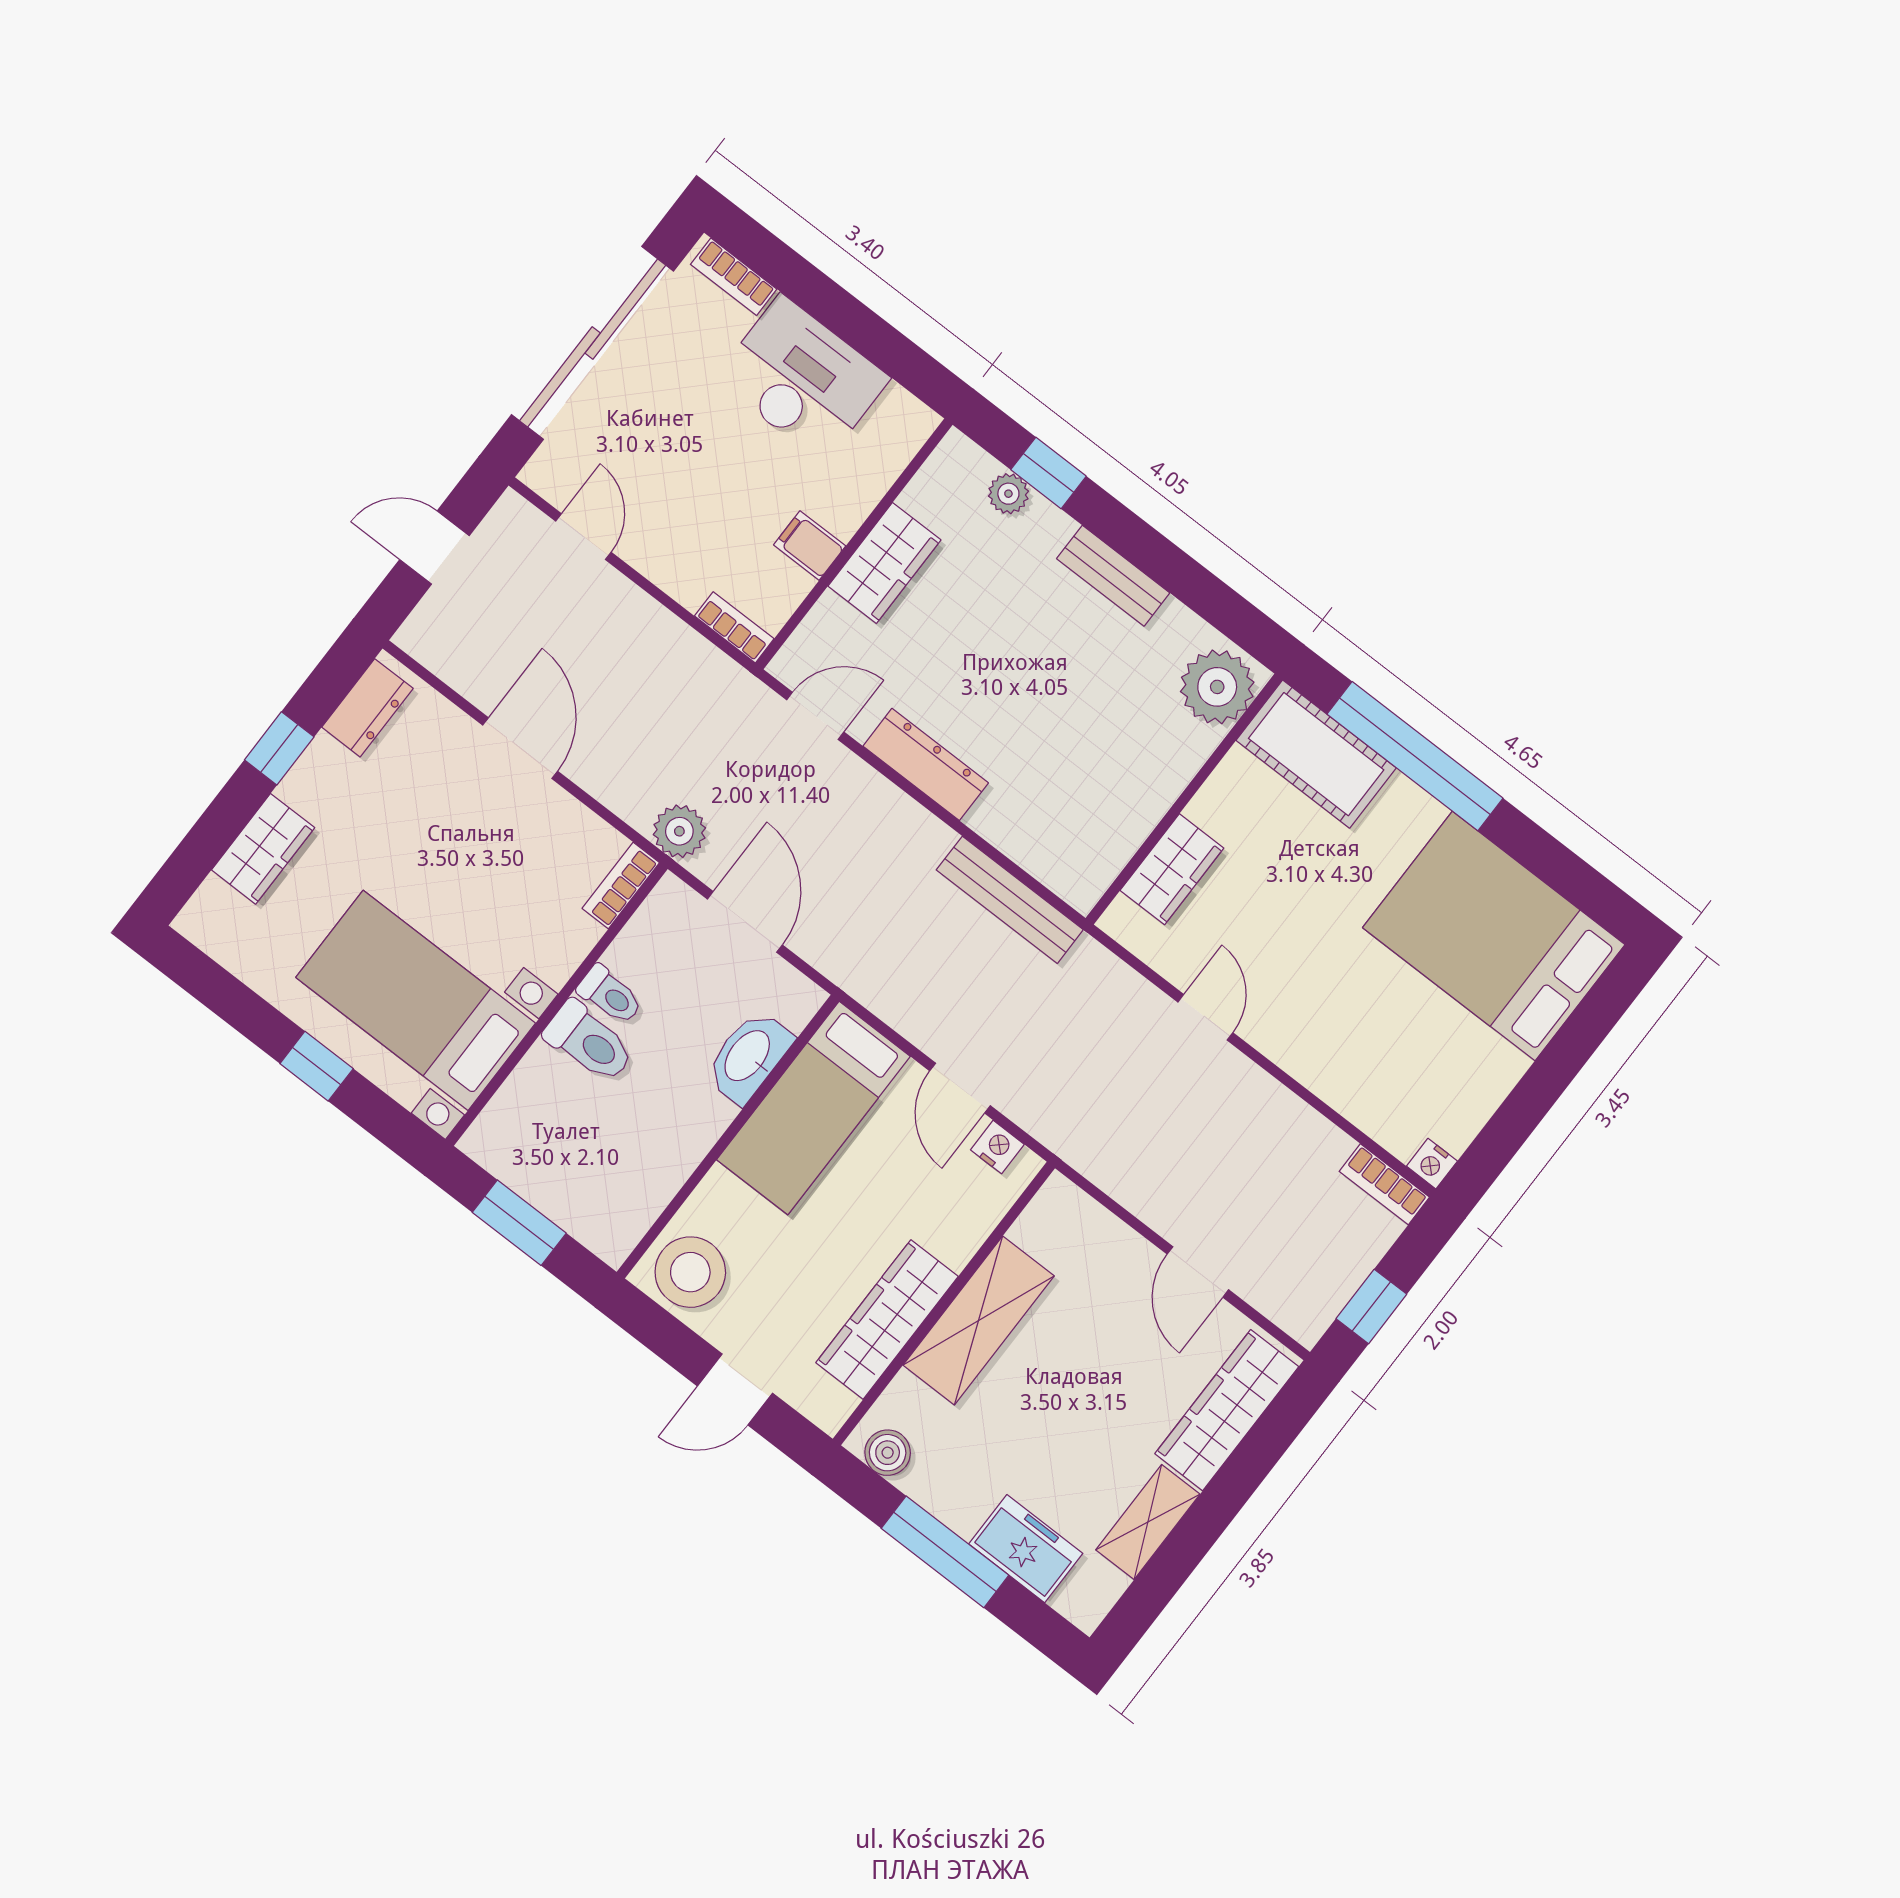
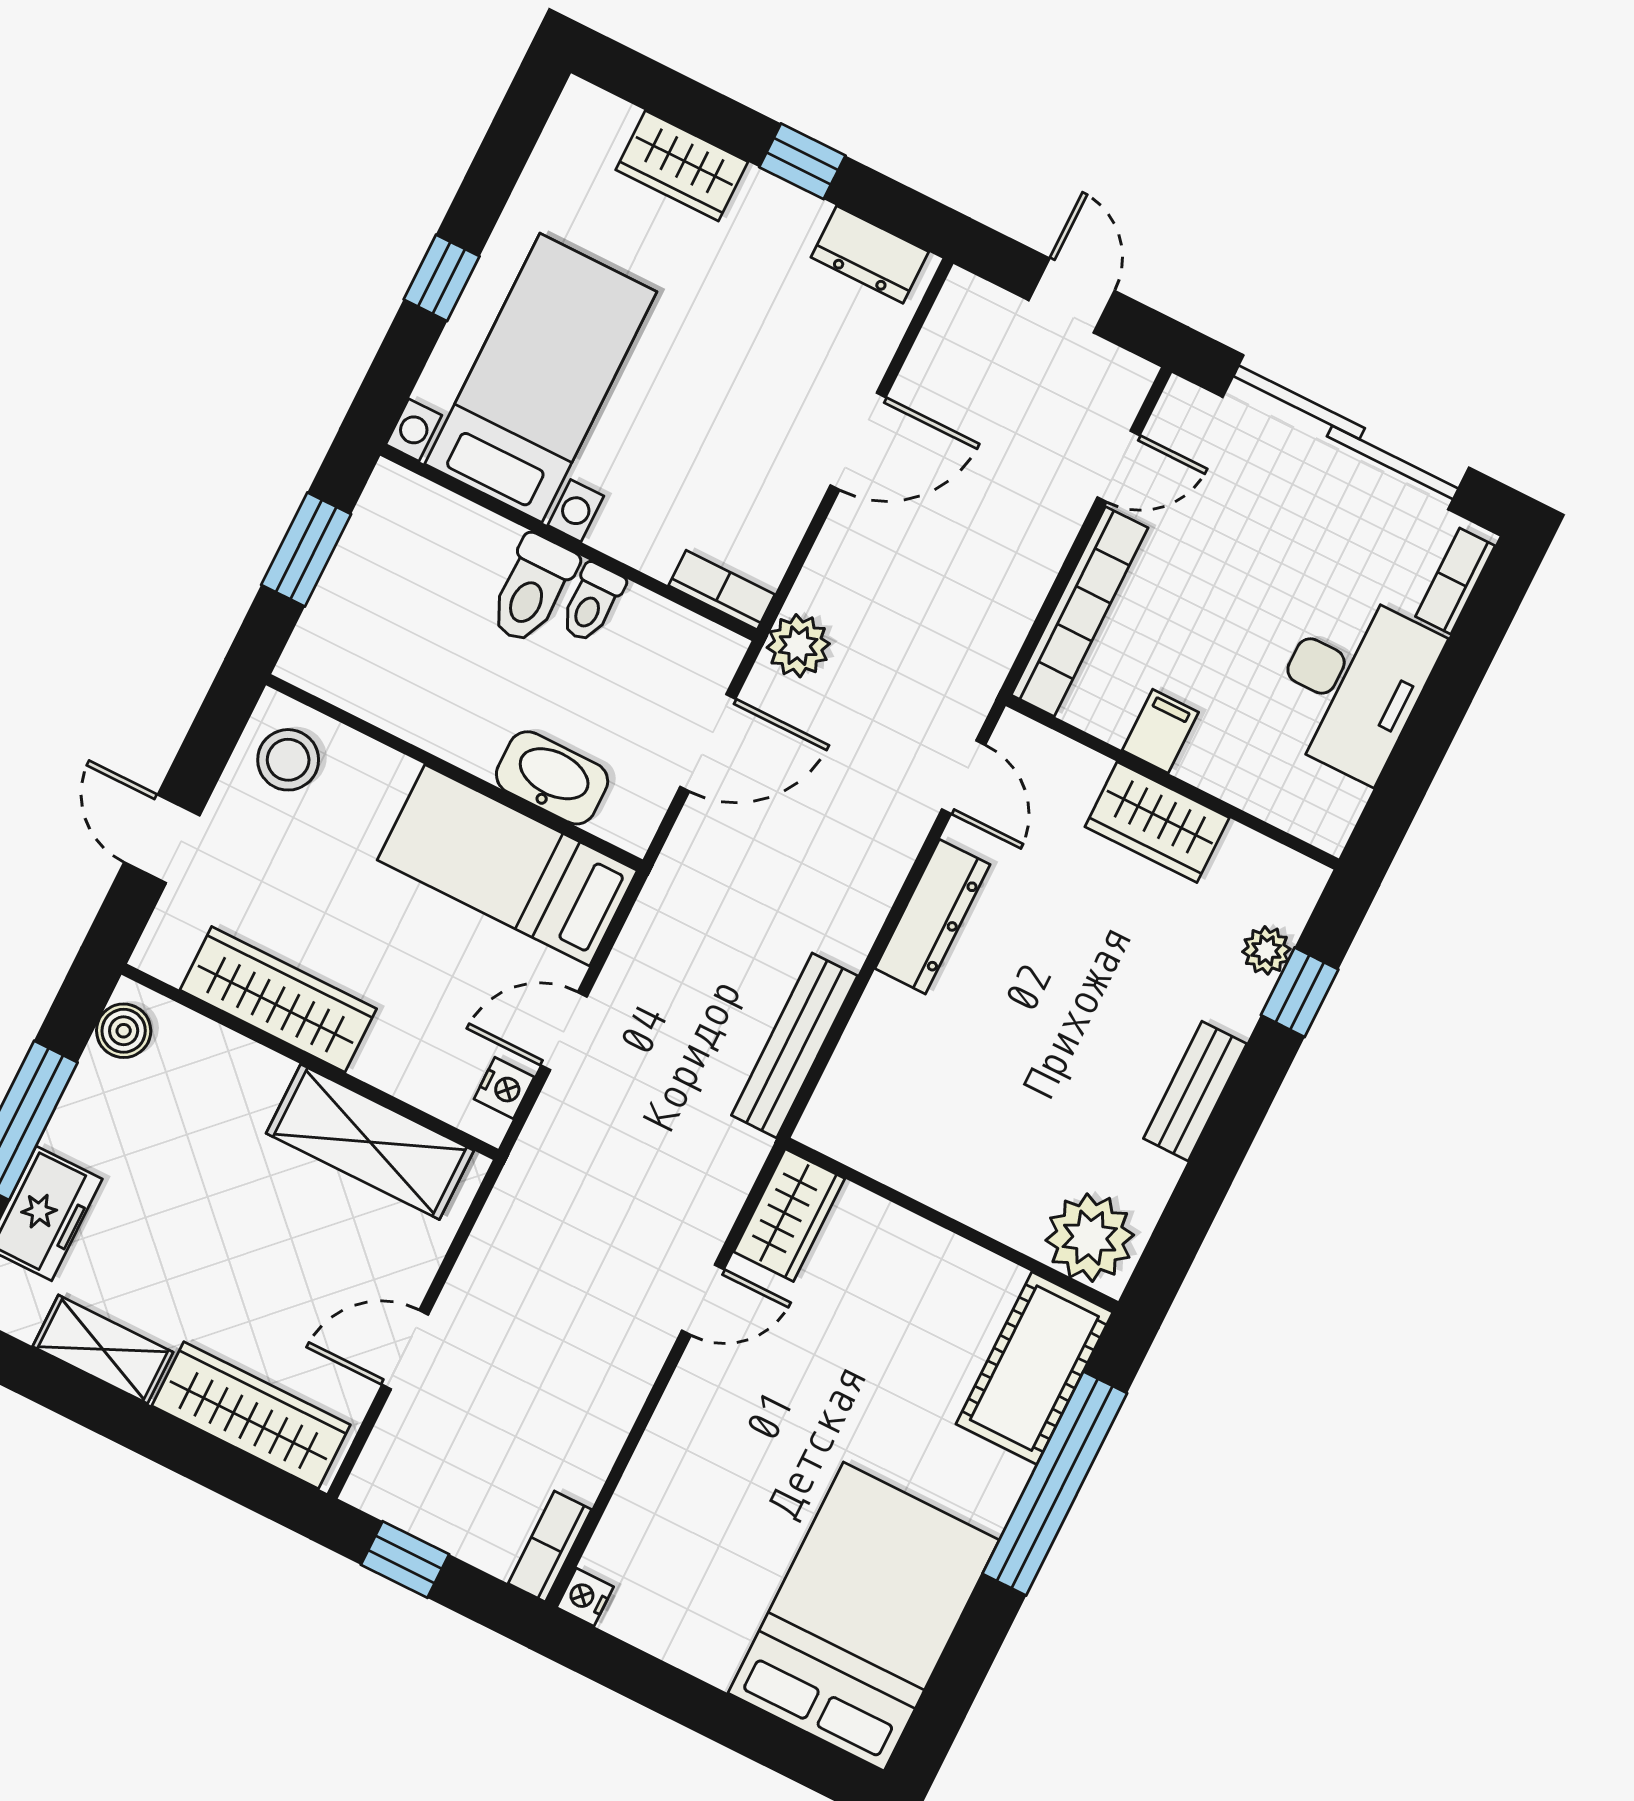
bookcase: (734, 627) -> (1080, 611), width x2.31, depth x1.31
wardrobe: (1172, 869) -> (789, 1215), moved, turned -90
stool: (690, 1272) -> (288, 760), width x0.73, depth x0.73
shelving: (979, 1320) -> (370, 1142), moved

